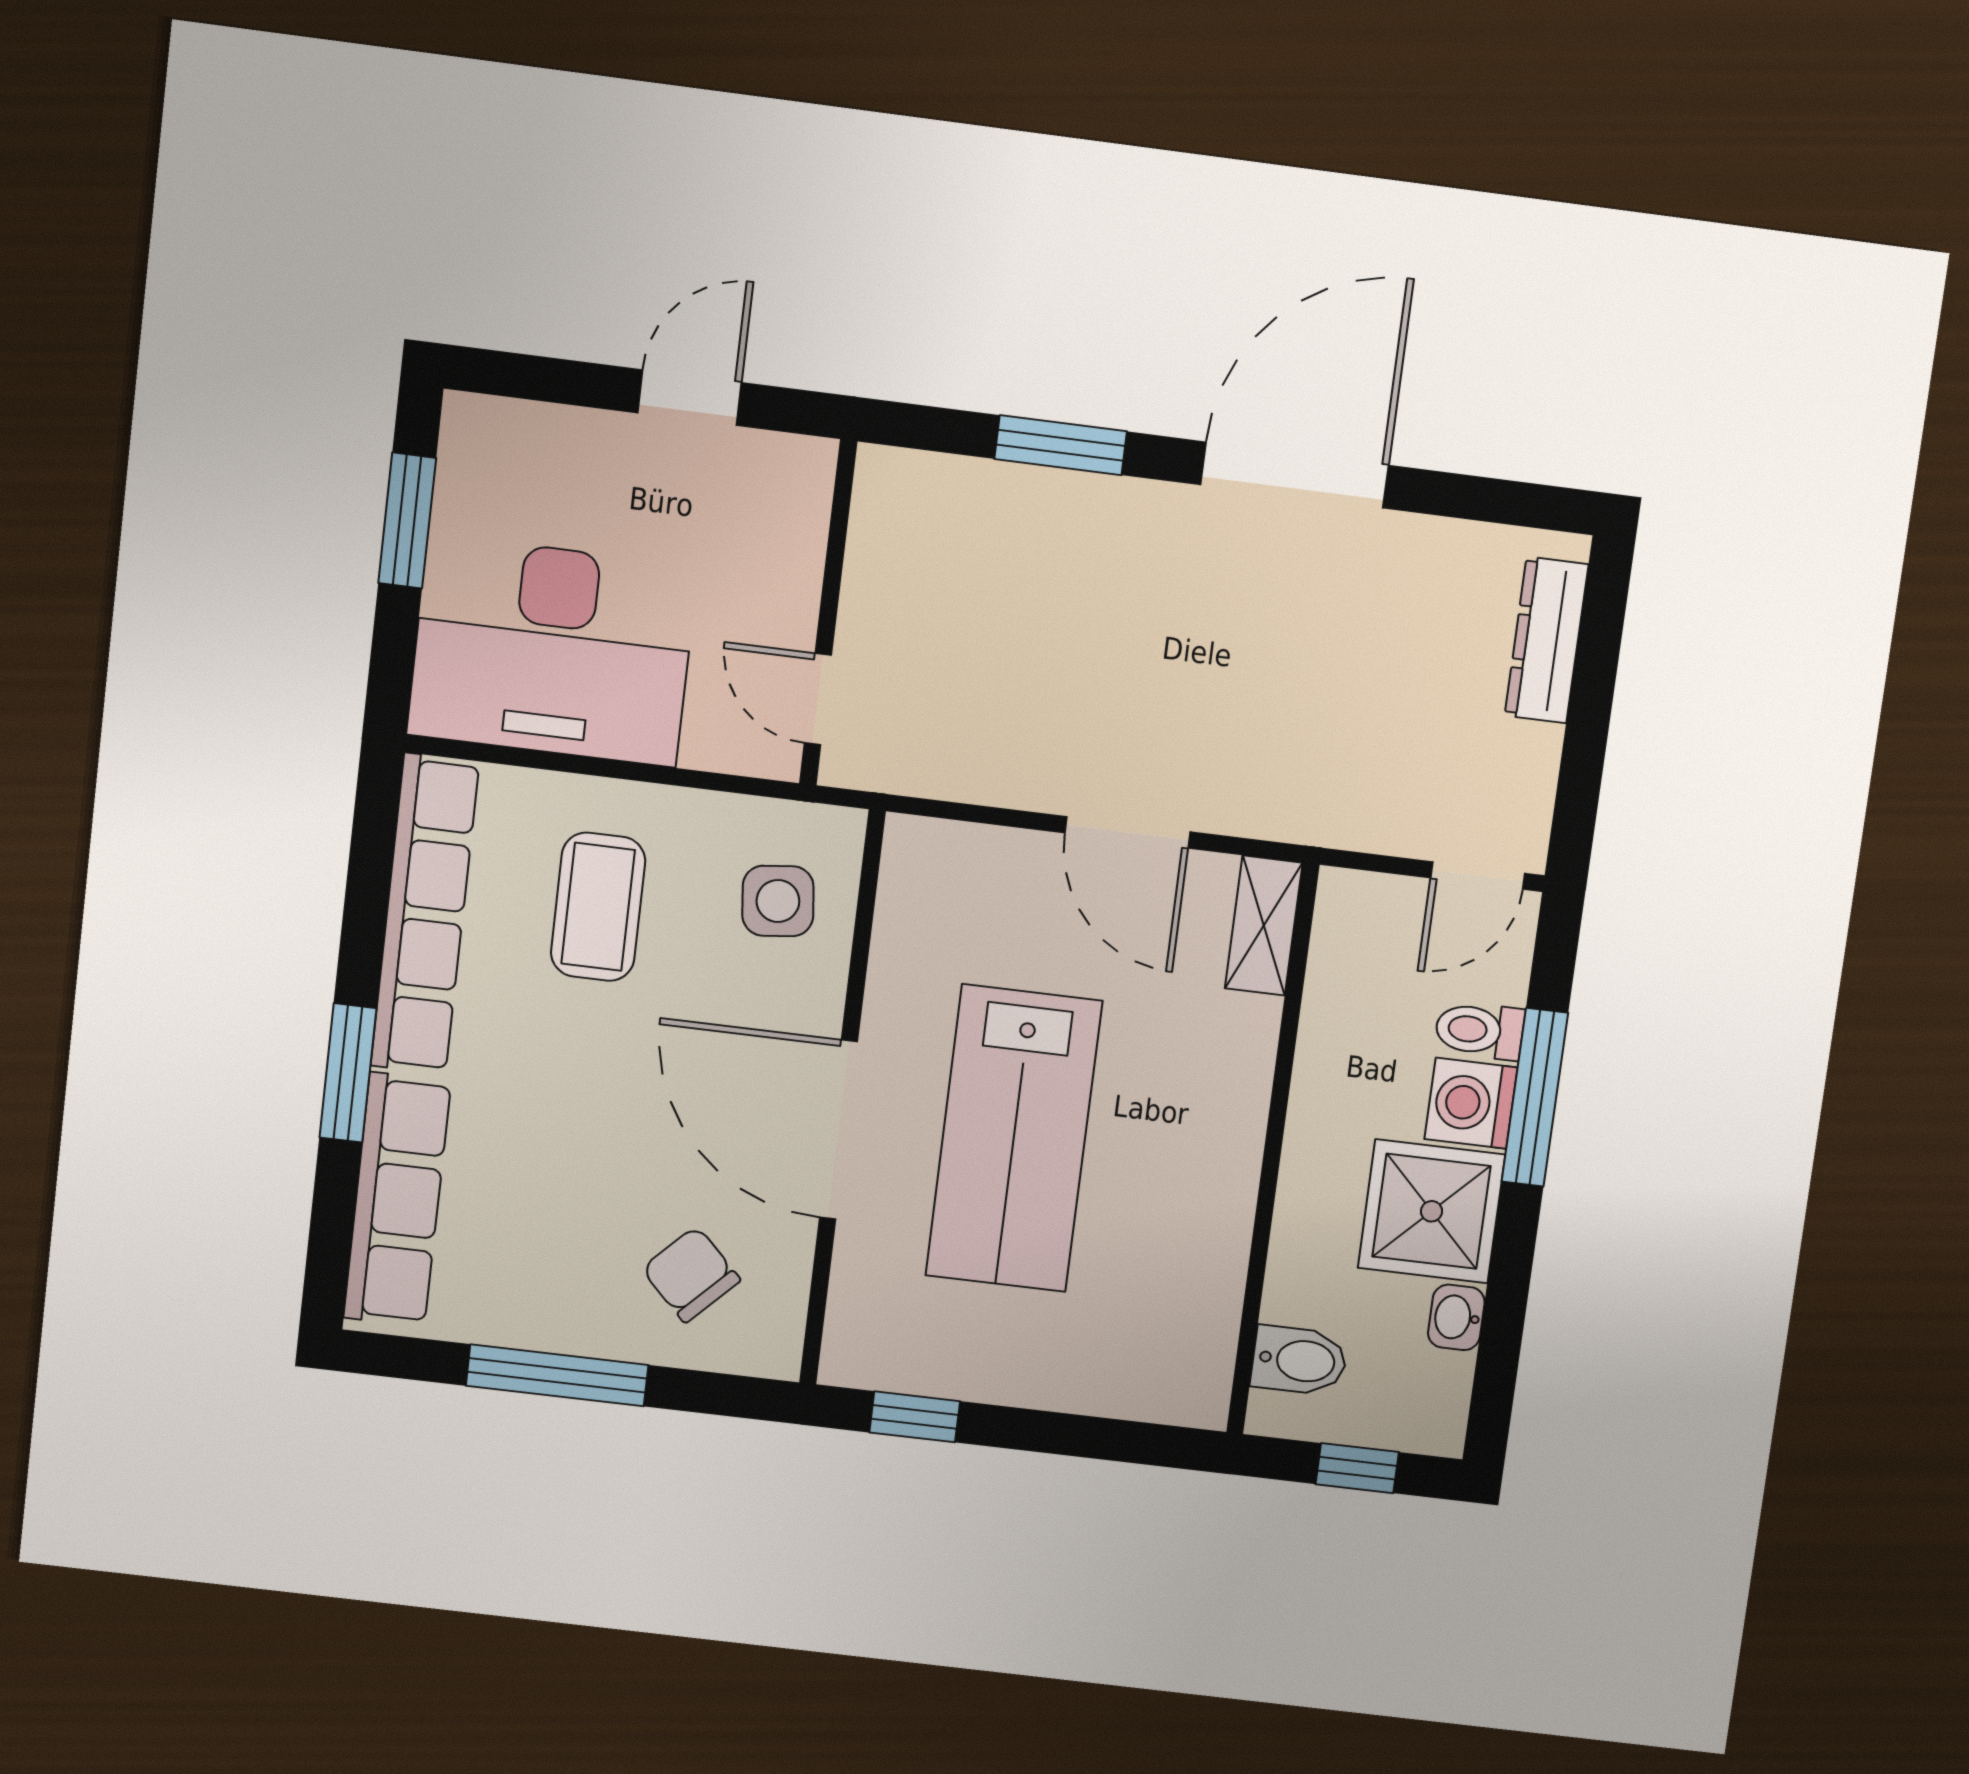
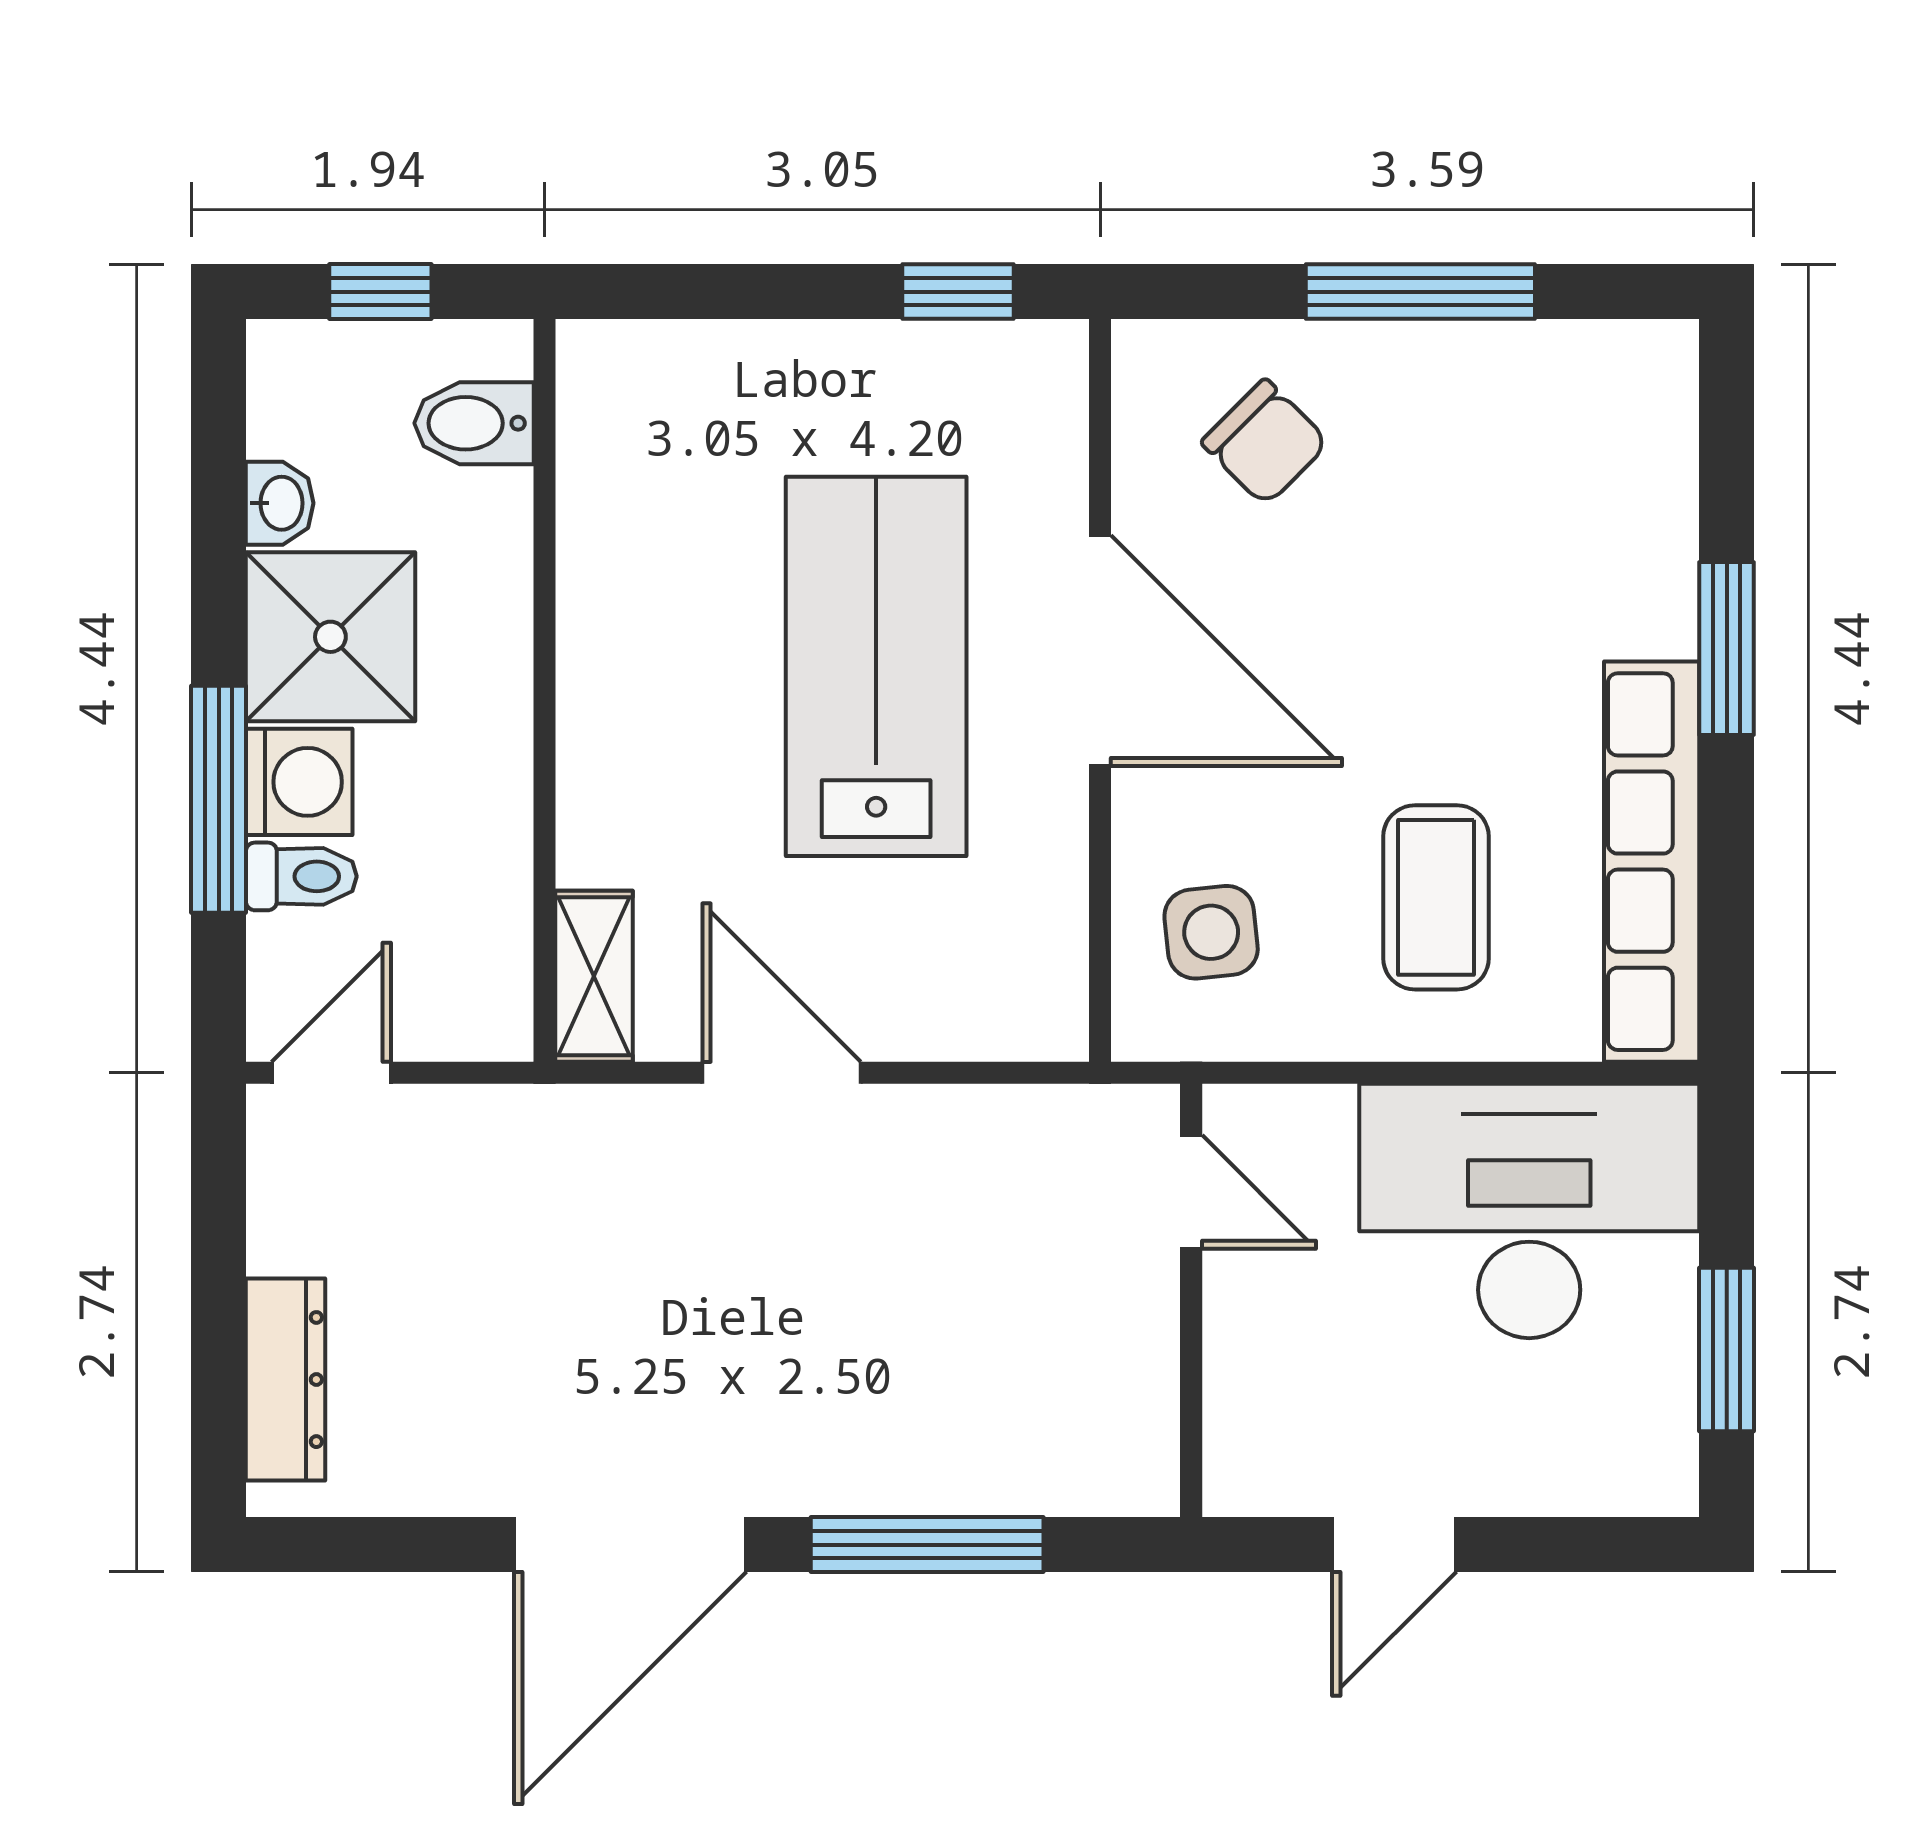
window: (1061, 445) -> (927, 1545), width x1.44
row of seats: (397, 1200) -> (1647, 494), removed

